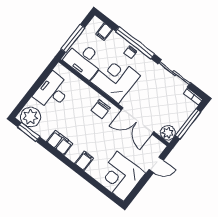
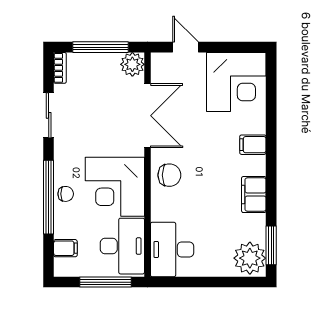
sliding door: (175, 73) -> (49, 115), width x0.73
desk: (52, 91) -> (172, 249), moved, turned 90

